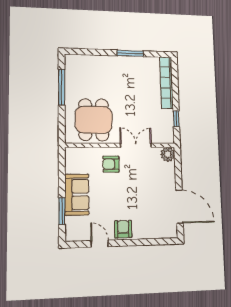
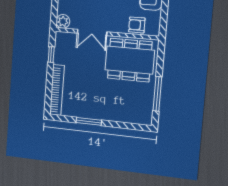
dining table: (94, 120) -> (130, 60), width x1.38
armchair: (111, 164) -> (137, 25), moved, turned 180

